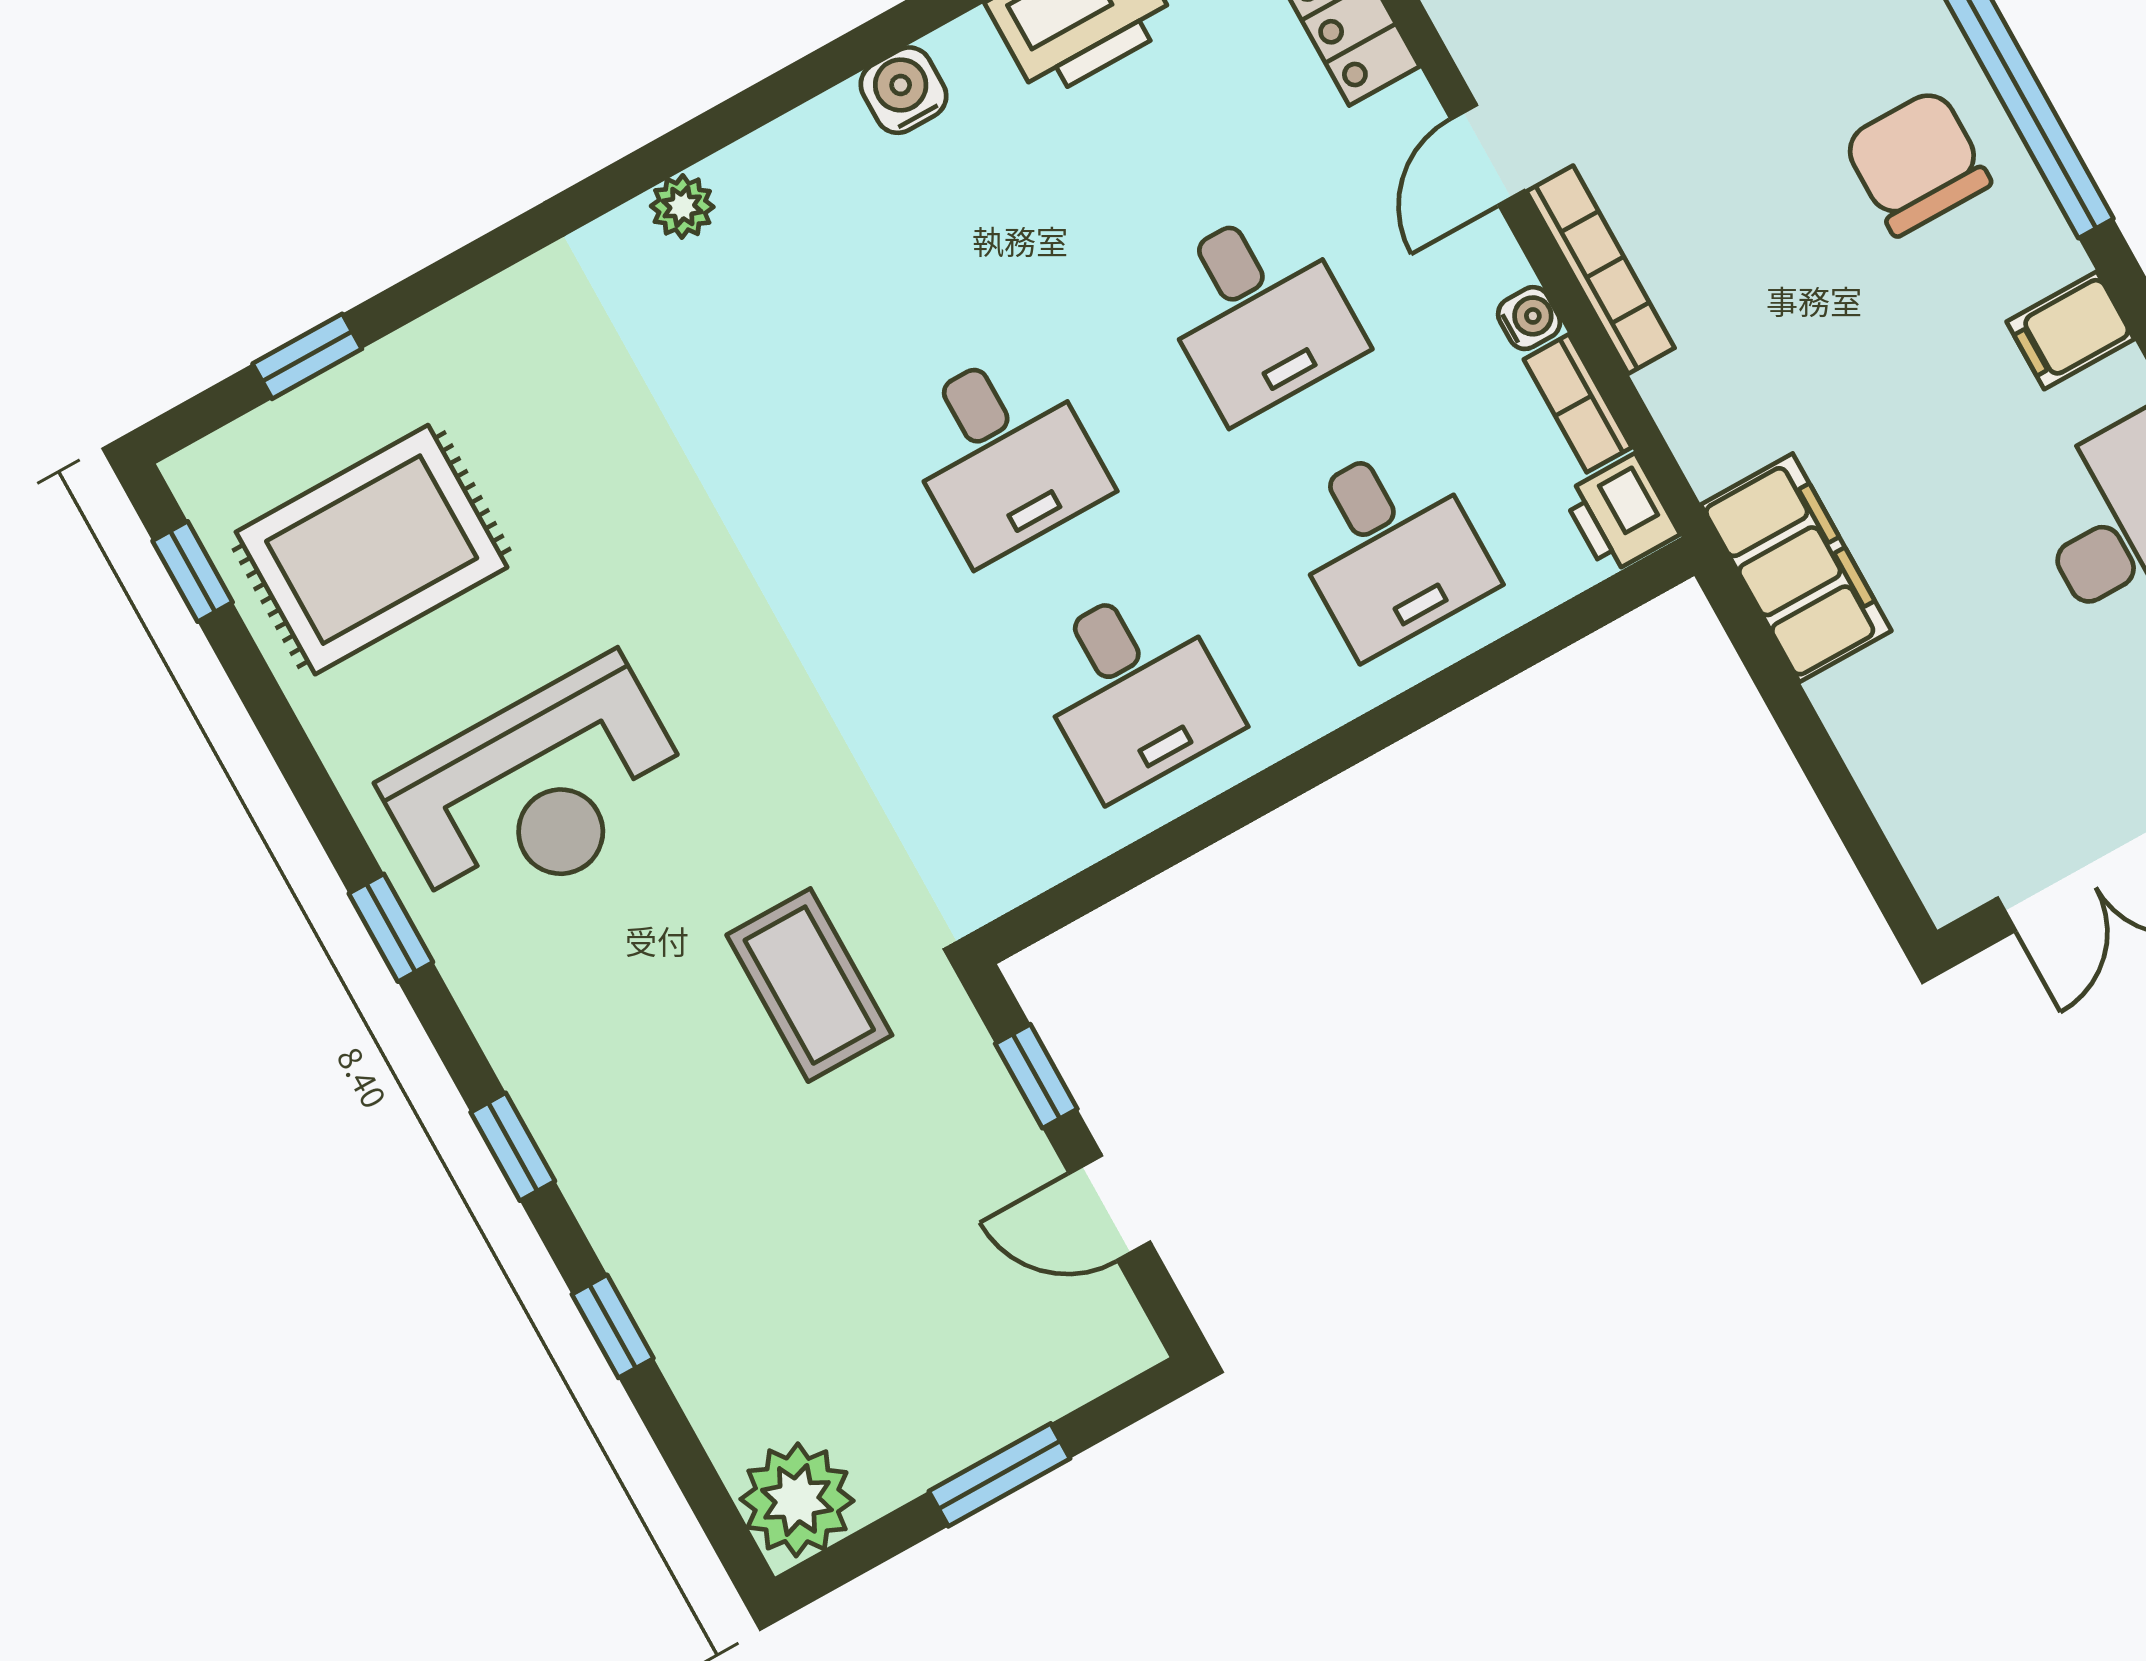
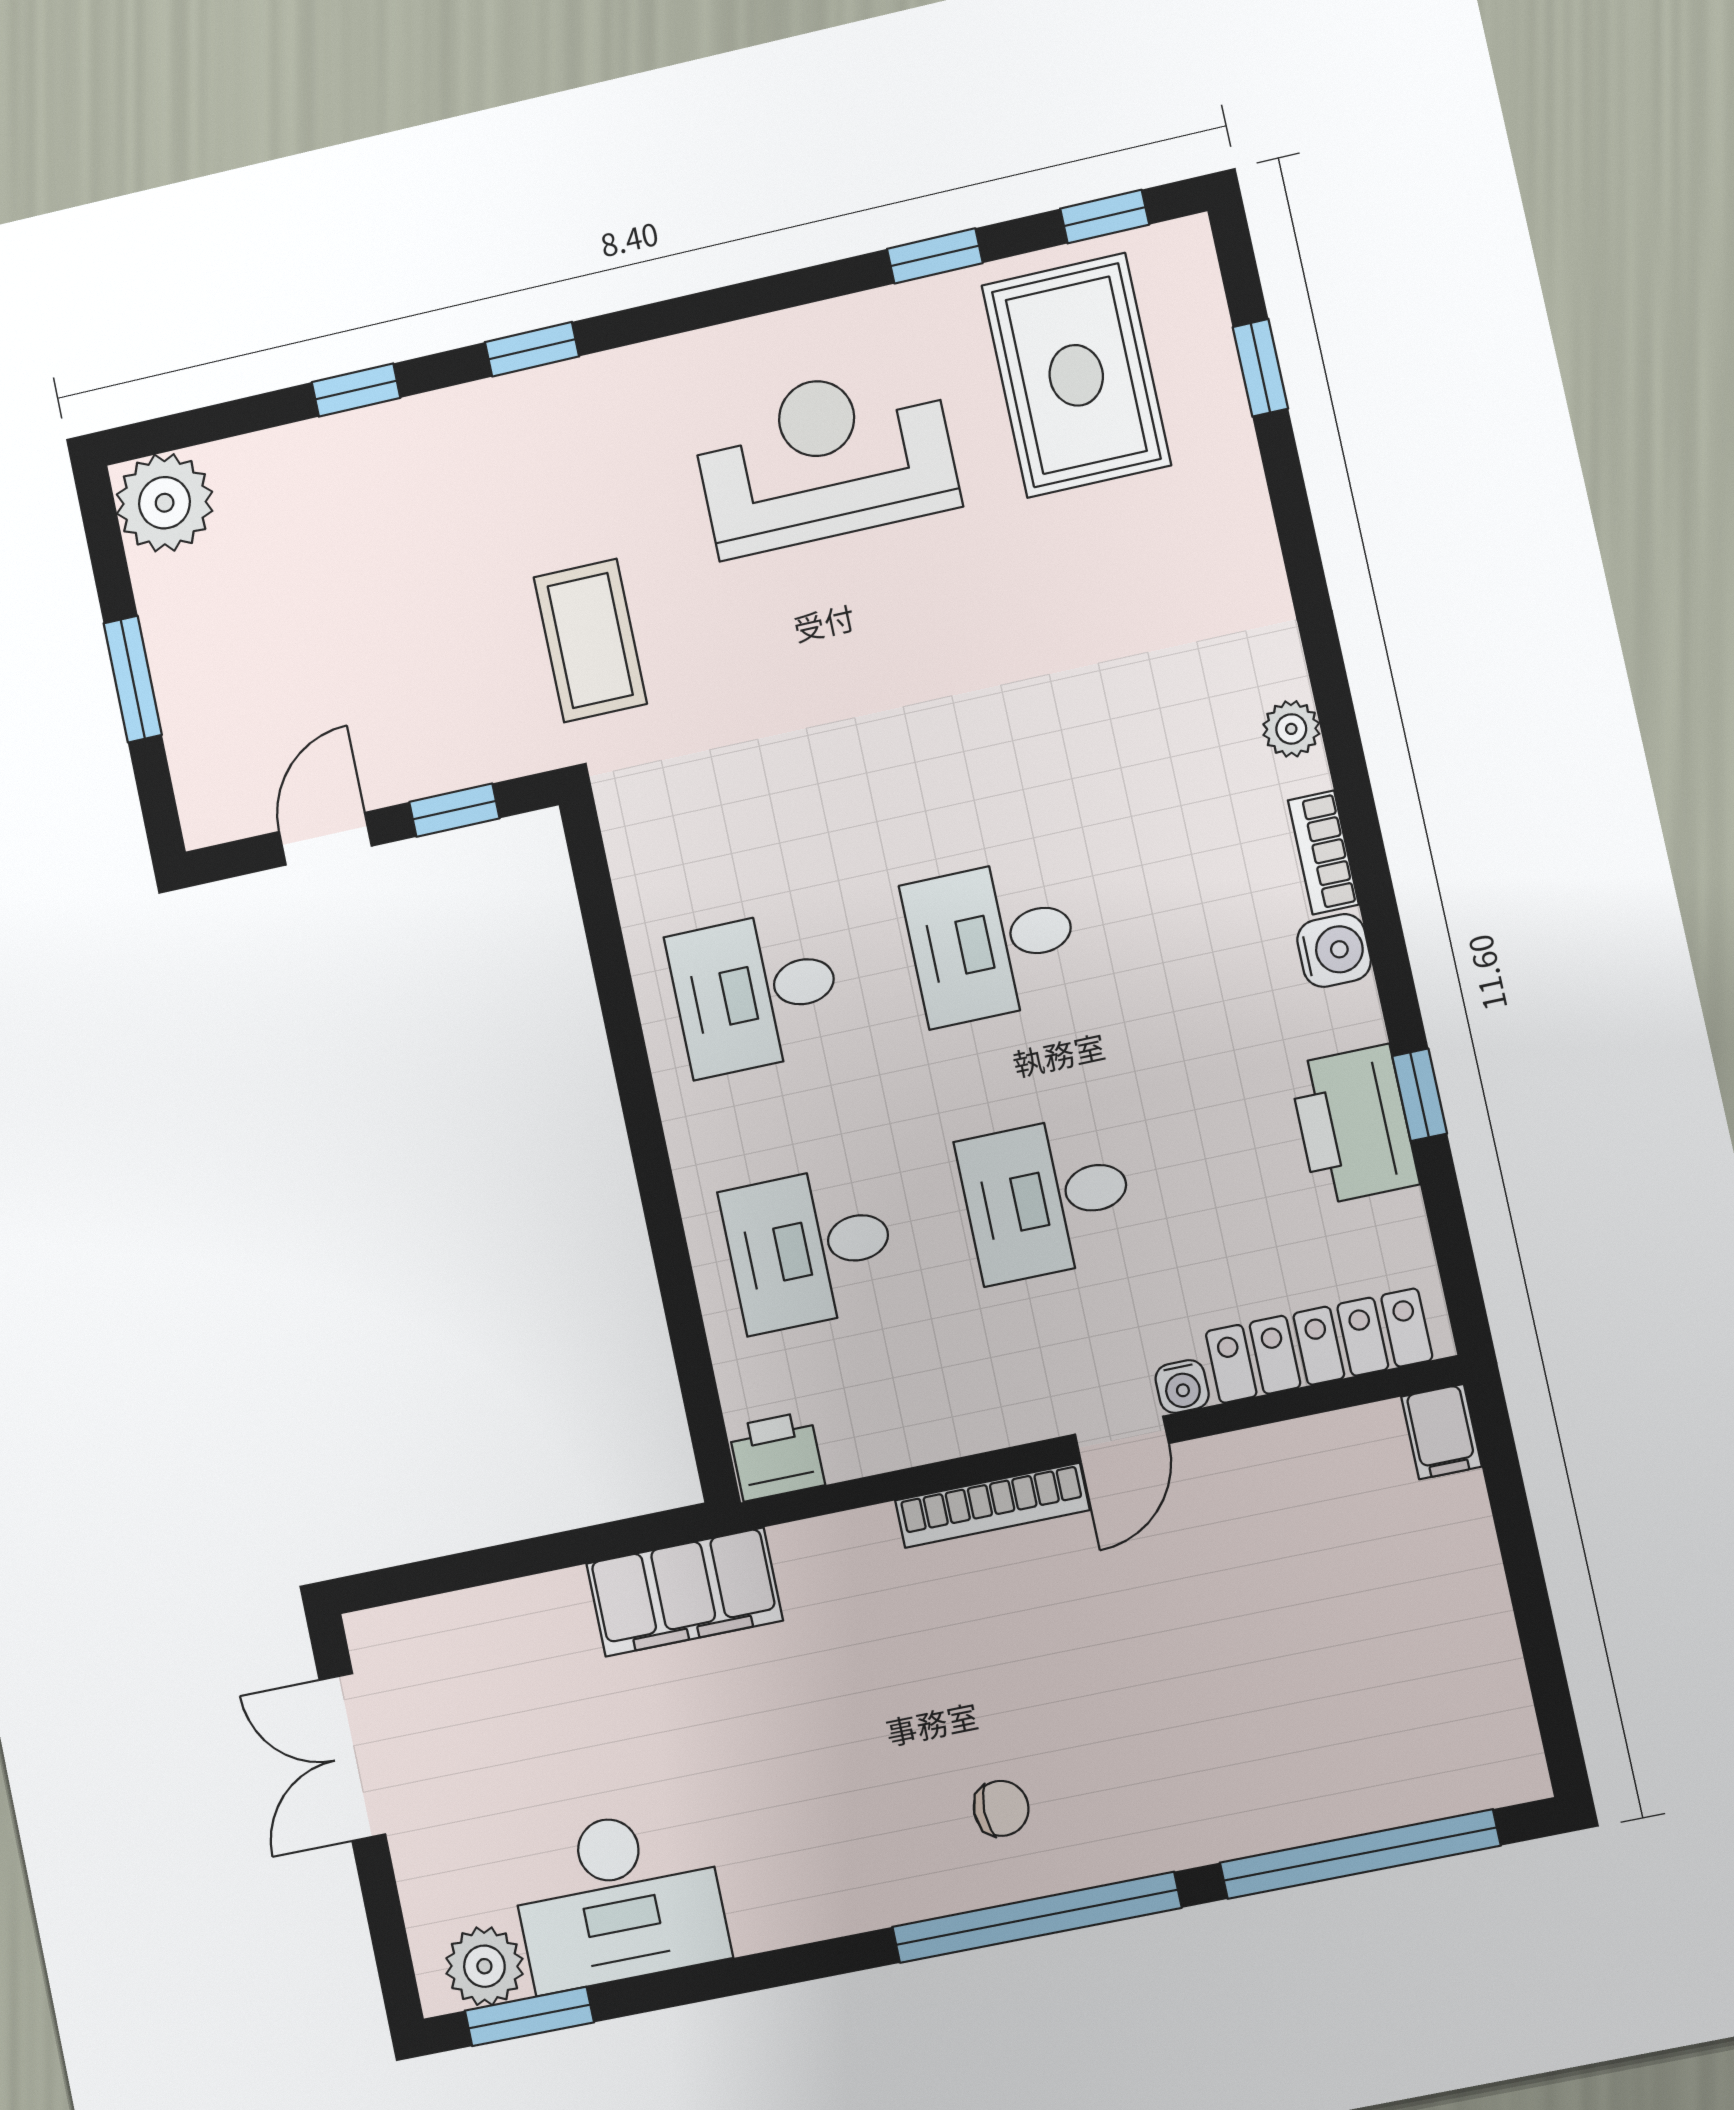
door: (1488, 155) -> (1122, 1439), swing flipped
chair: (1917, 162) -> (1001, 1808), width x0.54, depth x0.54
water cooler: (1529, 318) -> (1182, 1386), moved
filing cabinet: (2070, 330) -> (815, 1894), removed
bookcase: (1578, 403) -> (1323, 852), moved, turned -90
reception desk: (538, 792) -> (825, 458), turned 90
window: (391, 928) -> (935, 256), moved
coffee table: (809, 985) -> (590, 640), turned 90

